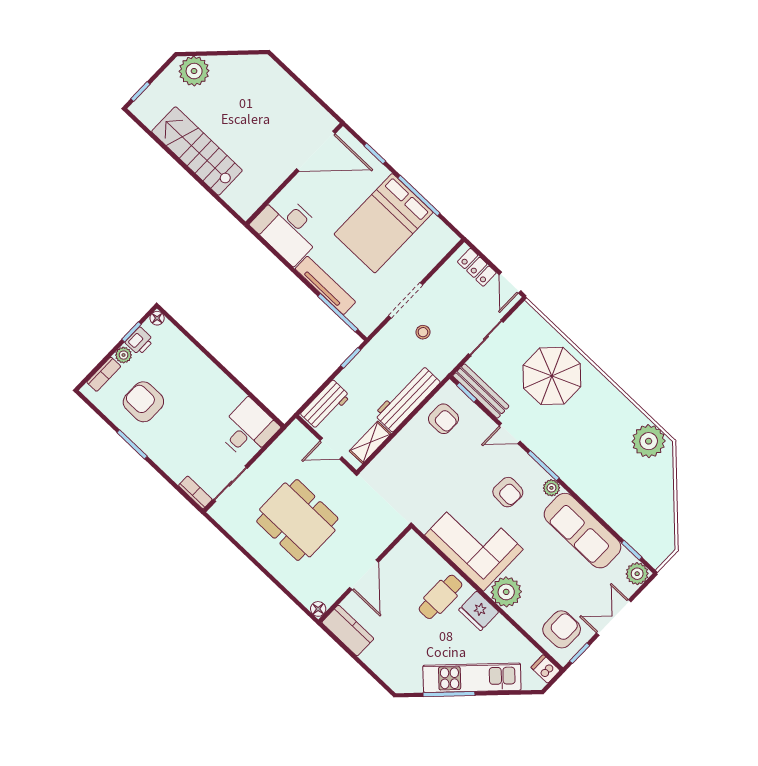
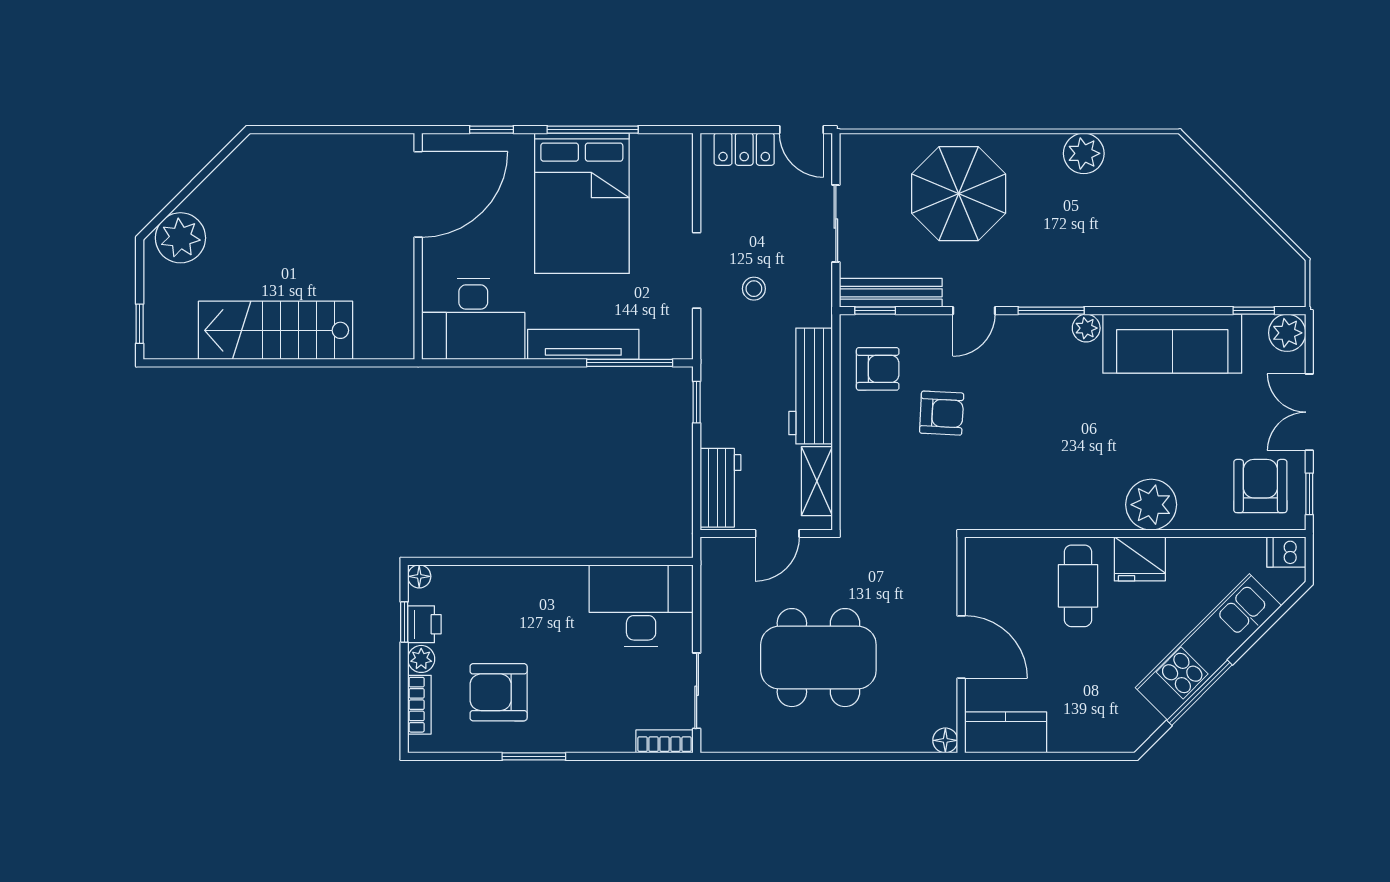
desk: (248, 429) -> (641, 606), width x1.37
plant: (649, 441) -> (1084, 153), moved, width x0.73, depth x0.73
armchair: (508, 492) -> (942, 413), moved
corner sofa: (474, 542) -> (1055, 482), removed

